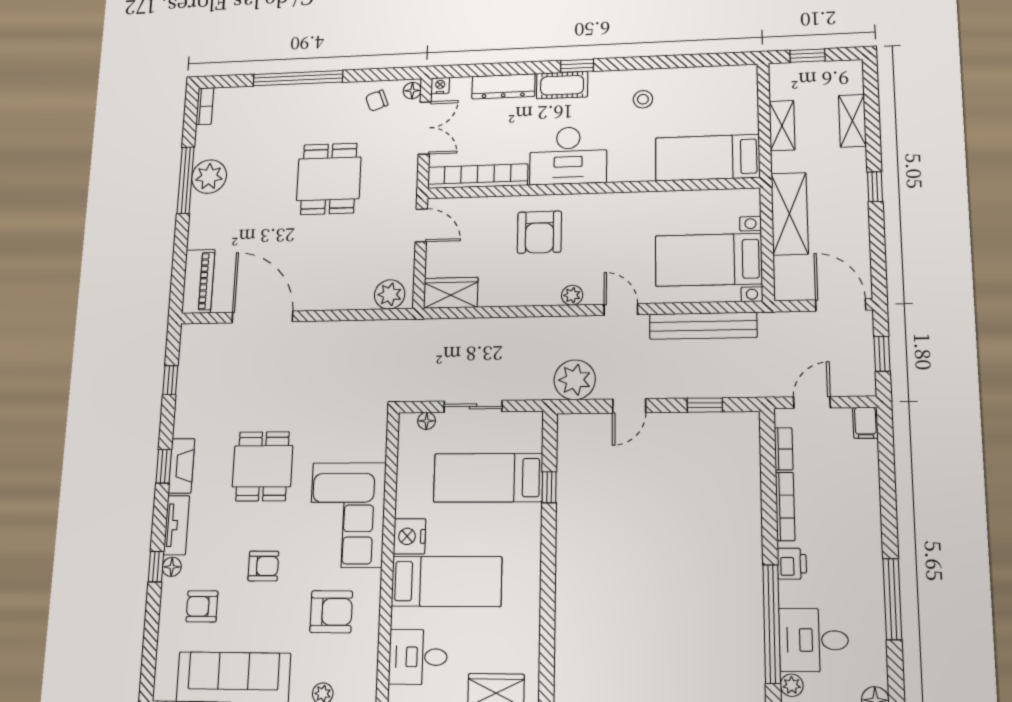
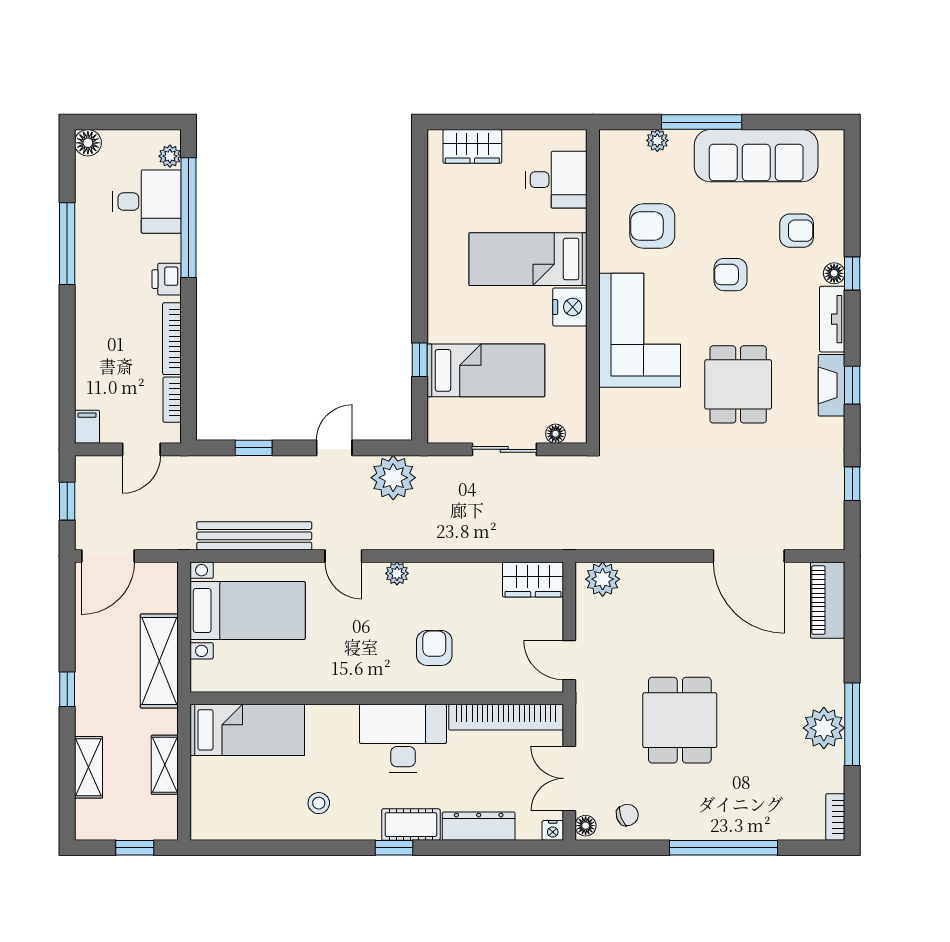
armchair: (539, 232) -> (434, 648), width x0.72, depth x0.72
door: (841, 305) -> (108, 556), hinge flipped

